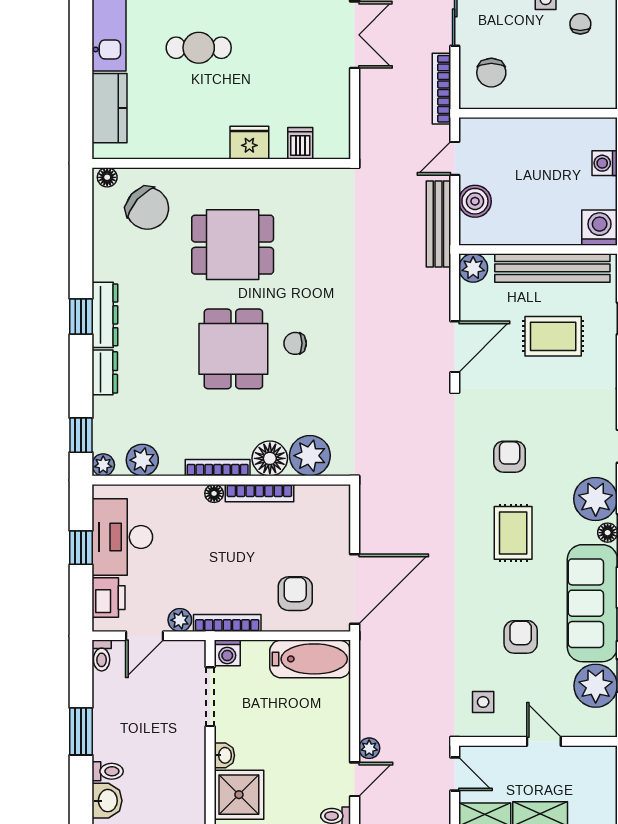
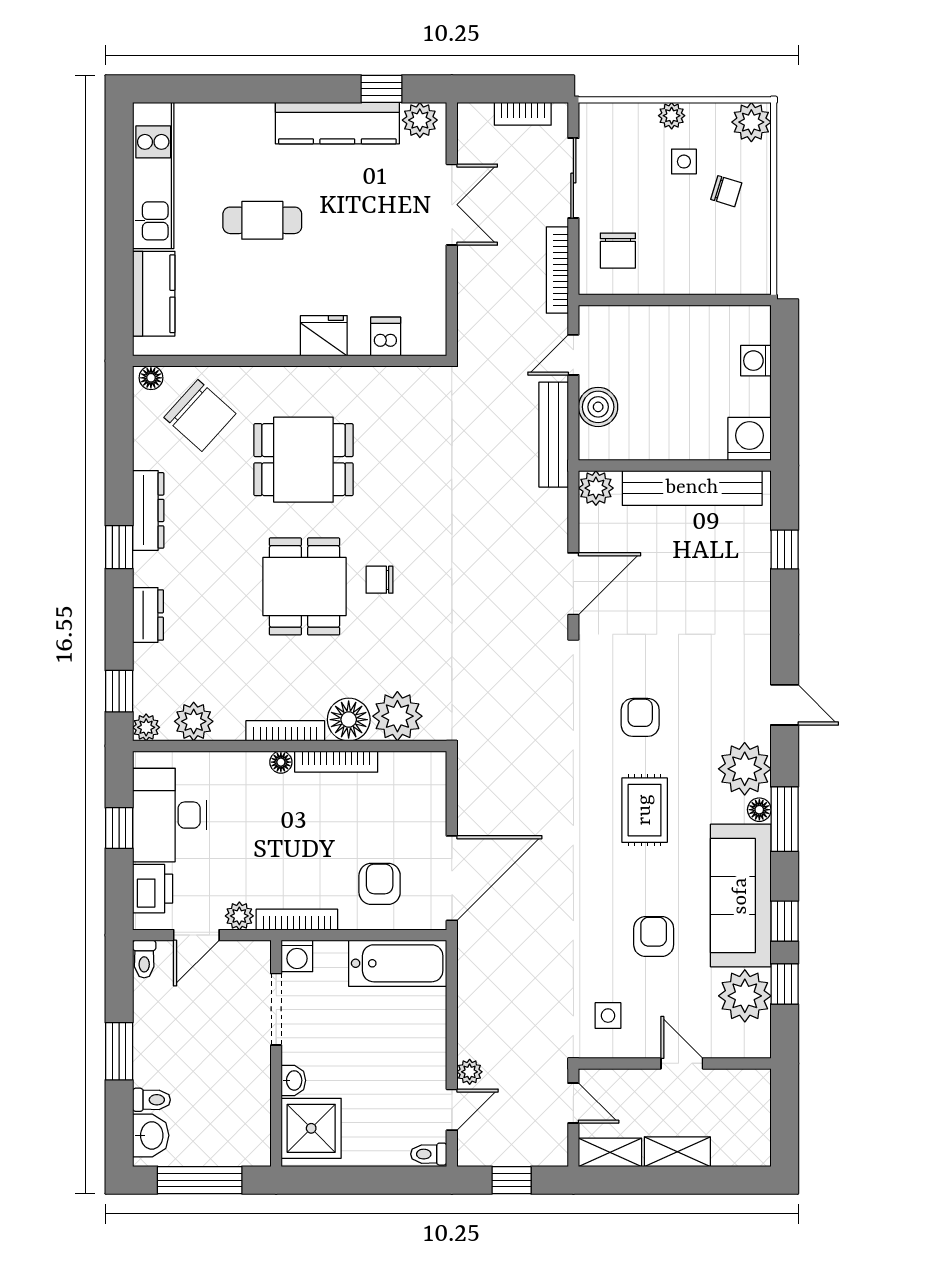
chair: (580, 24) -> (726, 191), turned 107
dresser: (105, 315) -> (148, 510), moved
rug: (553, 336) -> (693, 571), removed

